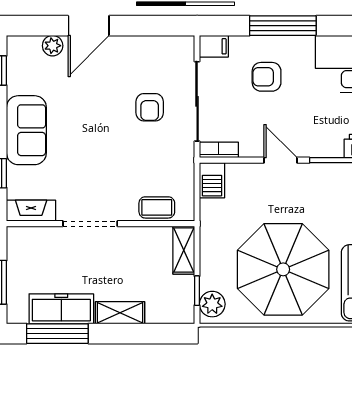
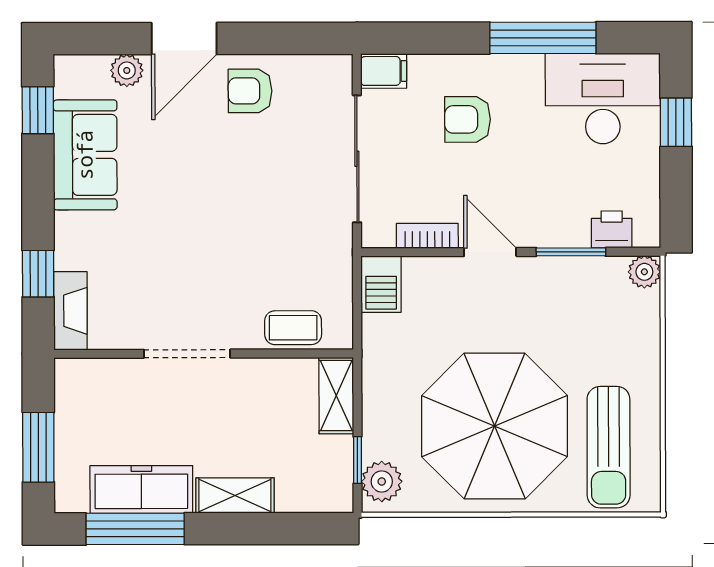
window: (283, 26) -> (543, 38), moved
armchair: (150, 107) -> (250, 91), moved, turned 90
sofa: (26, 130) -> (85, 155), moved
bookcase: (219, 150) -> (427, 236), moved
fireplace: (31, 211) -> (70, 311), moved, turned 90

